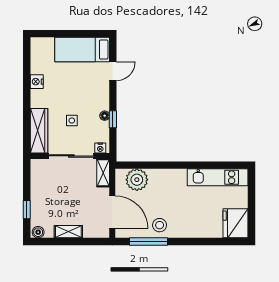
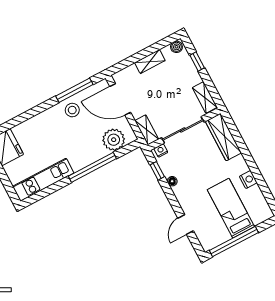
window: (78, 34) -> (234, 242), added
bed: (82, 50) -> (231, 208), moved, turned -90
window: (113, 119) -> (157, 171), moved
side table: (72, 121) -> (199, 162), removed
window: (169, 165) -> (92, 167), added
shelving: (37, 174) -> (205, 97), added

